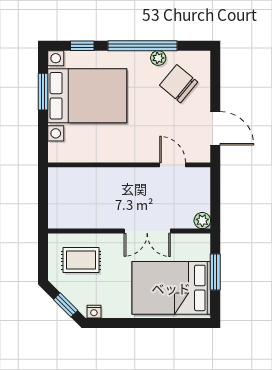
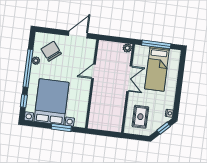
chair: (179, 84) -> (51, 51), turned 101
window: (43, 92) -> (61, 128), moved
door: (173, 165) -> (94, 71), moved
window: (215, 272) -> (156, 44), width x1.44
bed: (171, 288) -> (157, 69), width x0.67

